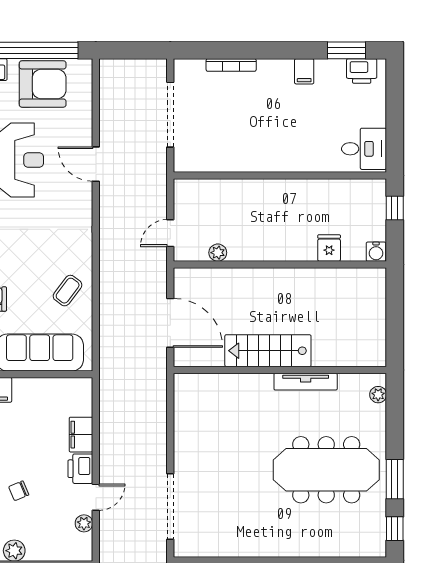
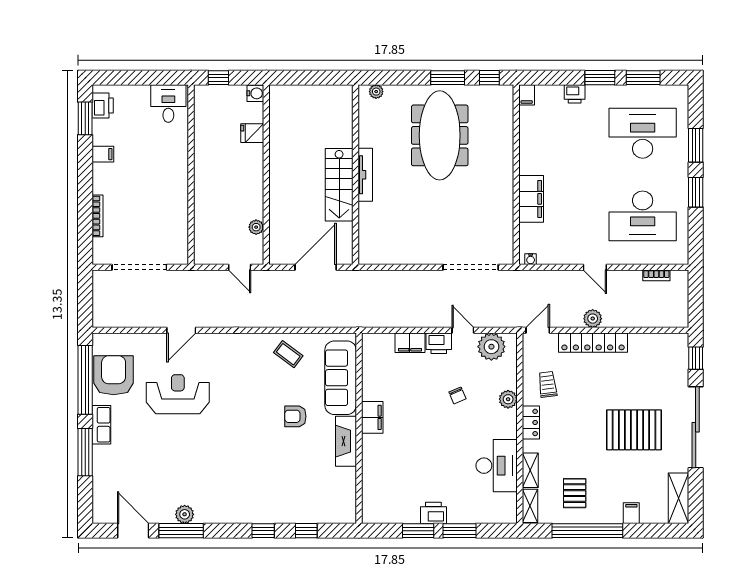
tv unit: (306, 382) -> (365, 175), moved
plant: (84, 523) -> (491, 347), width x1.87, depth x1.87

